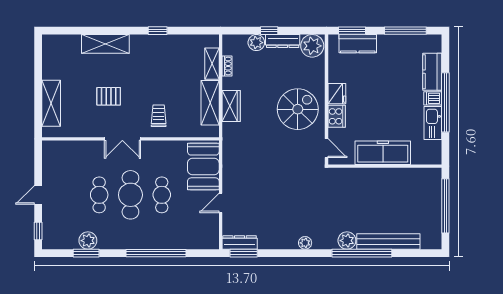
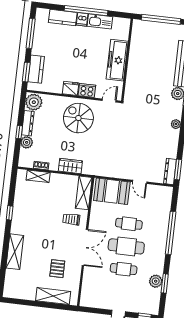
pallet: (109, 96) -> (57, 269), moved
shelving: (210, 103) -> (84, 193), moved, turned 90
double door: (122, 139) -> (85, 247), width x1.37

